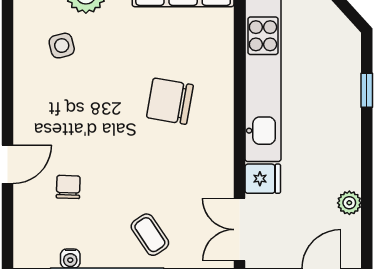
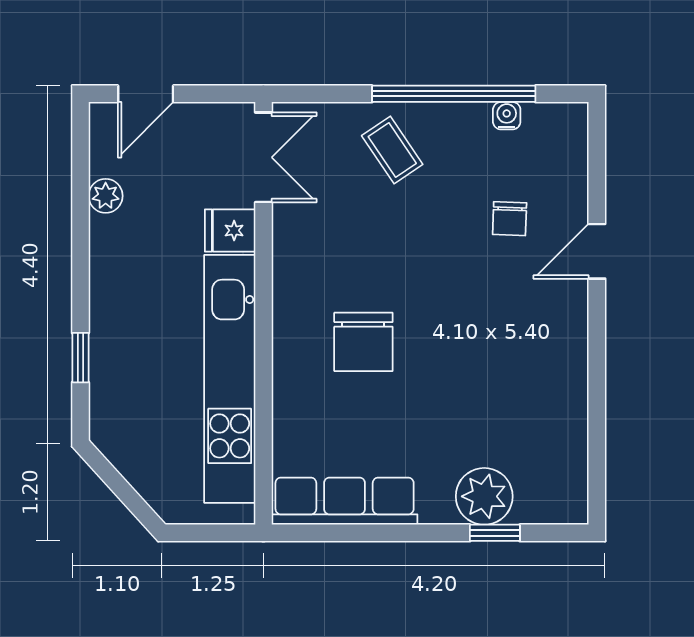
side table: (62, 46) -> (519, 422), removed
chair: (170, 101) -> (363, 342), turned 80

